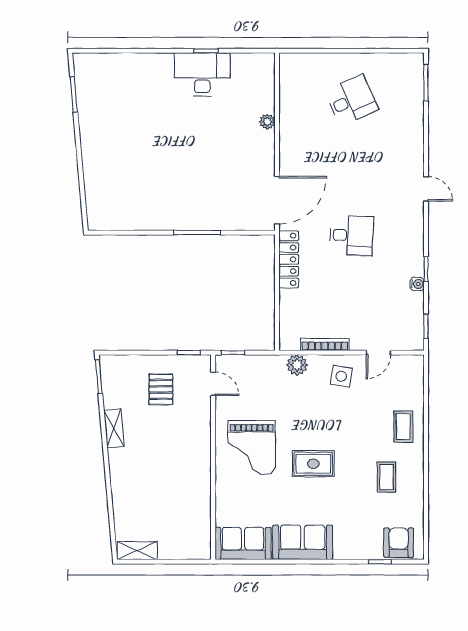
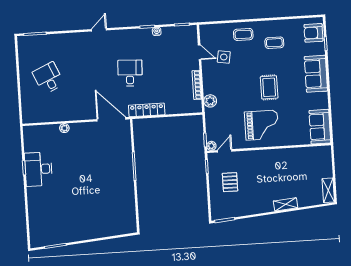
plant: (223, 362) -> (211, 146), added
side table: (341, 376) -> (224, 57), moved
pallet: (161, 389) -> (230, 182), turned 90
shelving: (114, 428) -> (286, 204), moved
sofa: (303, 542) -> (316, 74), moved

